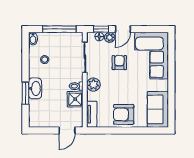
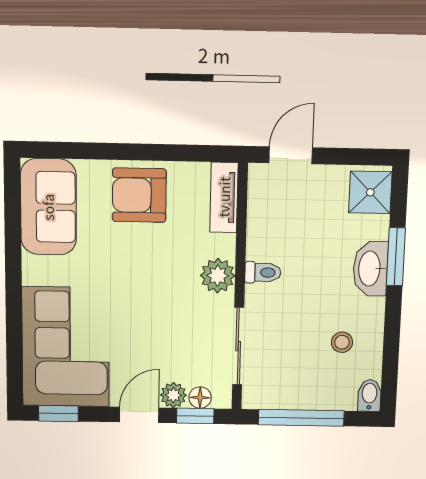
window: (154, 29) -> (59, 413), added
armchair: (119, 63) -> (149, 331), removed
shower: (75, 99) -> (370, 192), moved
armchair: (124, 114) -> (139, 195), turned 180

